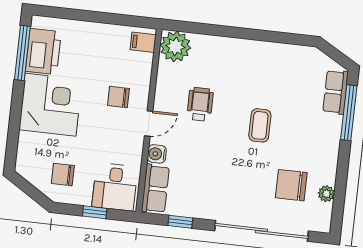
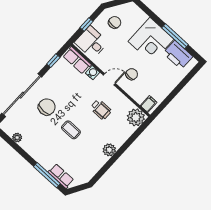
plant: (249, 50) -> (109, 150), added
window: (22, 53) -> (175, 36), moved
door: (149, 123) -> (109, 79), swing flipped
chair: (291, 185) -> (47, 107), moved

